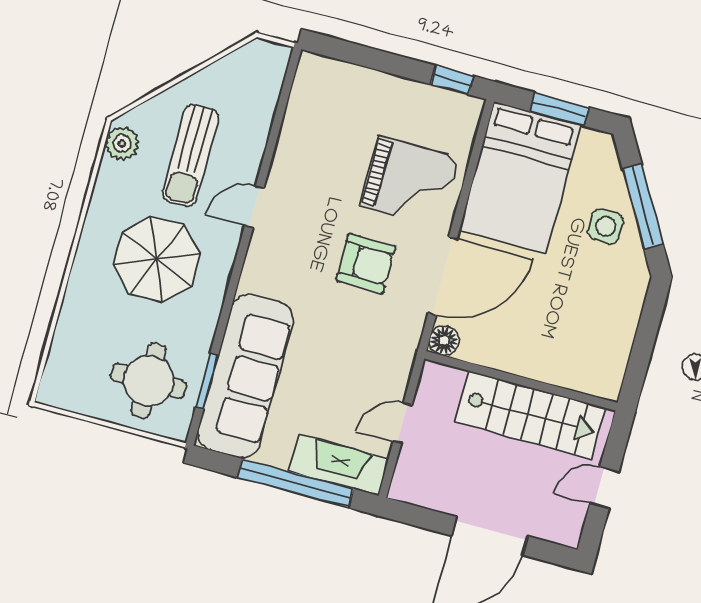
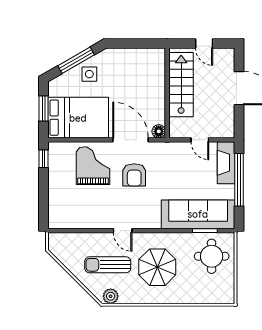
sun lounger: (190, 156) -> (108, 265), turned 180
armchair: (366, 264) -> (134, 175), turned 180

